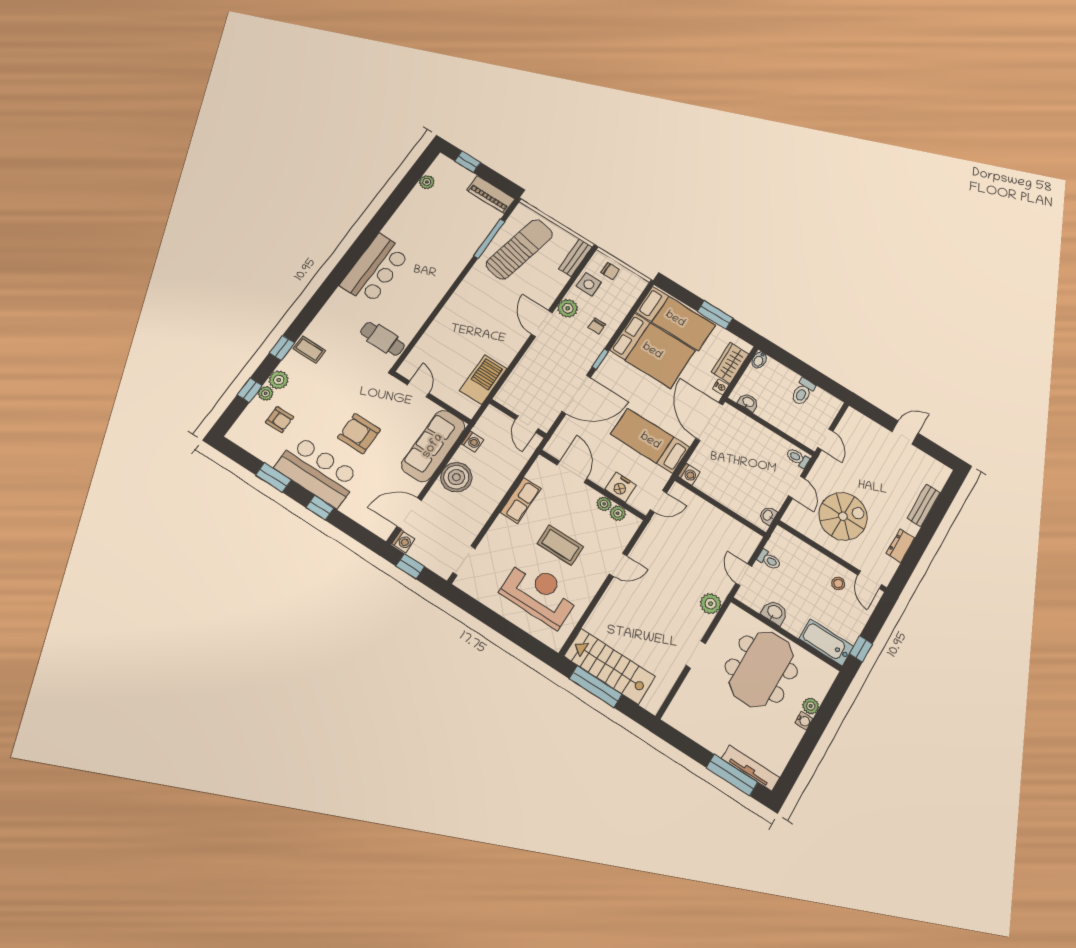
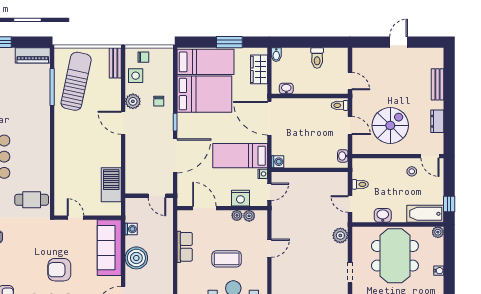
nightstand: (721, 387) -> (263, 174), moved
plant: (811, 706) -> (438, 232), moved

